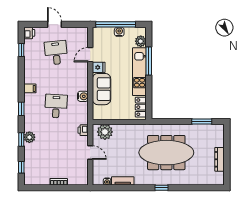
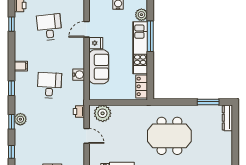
meeting table: (166, 153) -> (169, 136), width x0.73
dresser: (220, 159) -> (227, 118), moved

